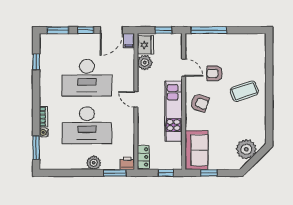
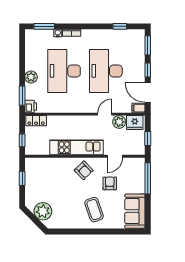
door: (136, 99) -> (105, 114), moved
armchair: (200, 103) -> (84, 170), turned -62
sofa: (196, 150) -> (135, 211), moved, turned 90

